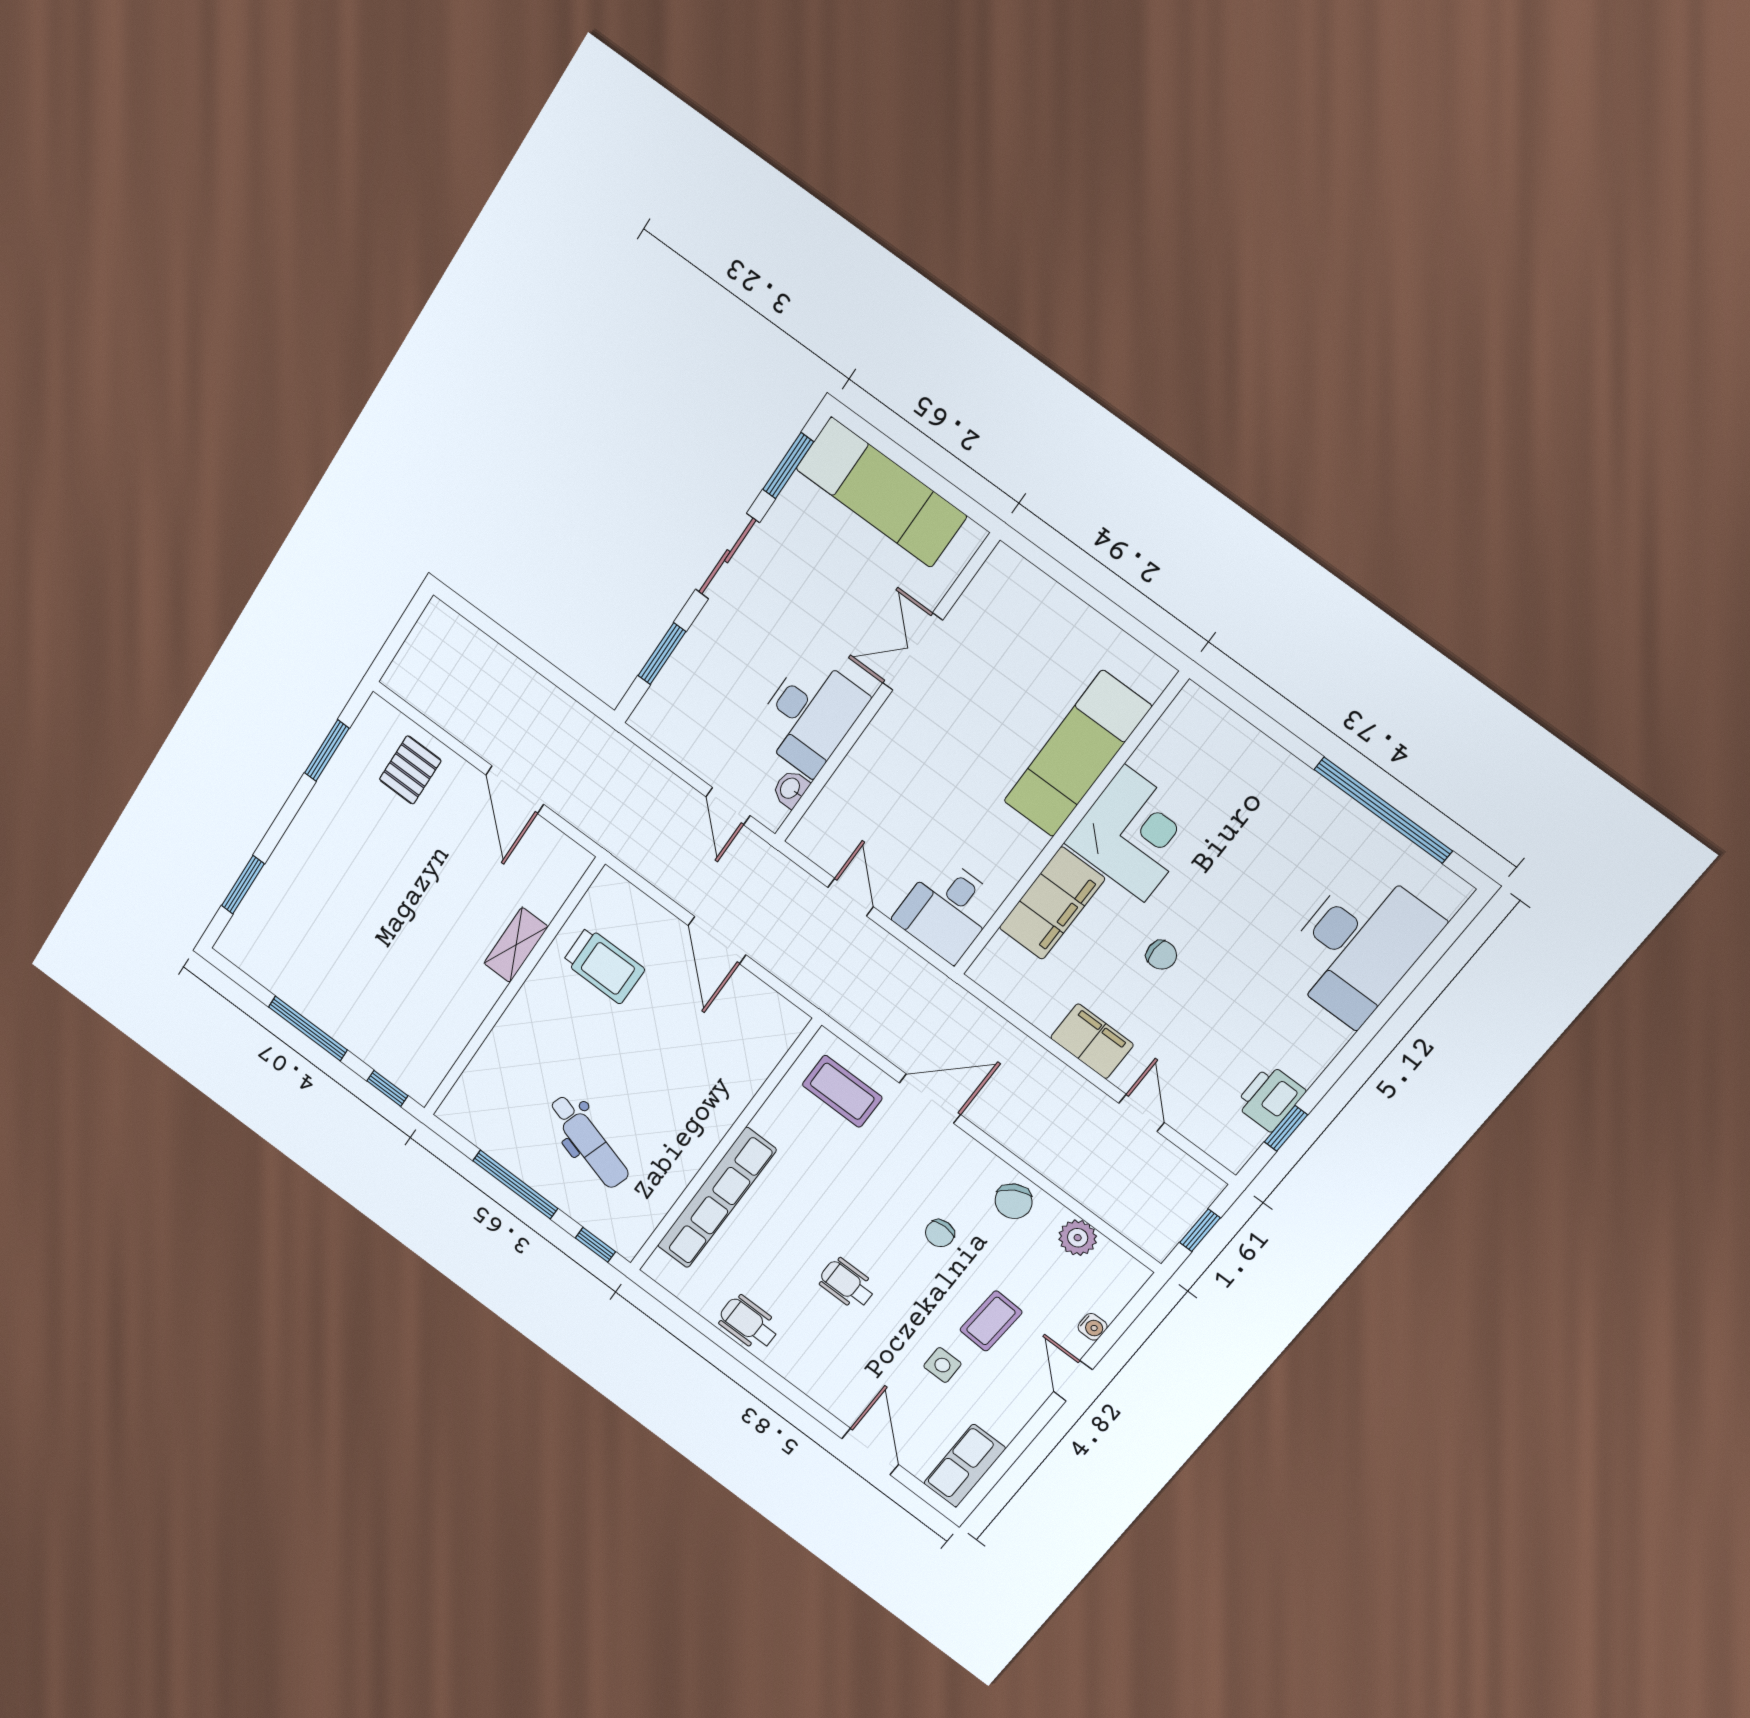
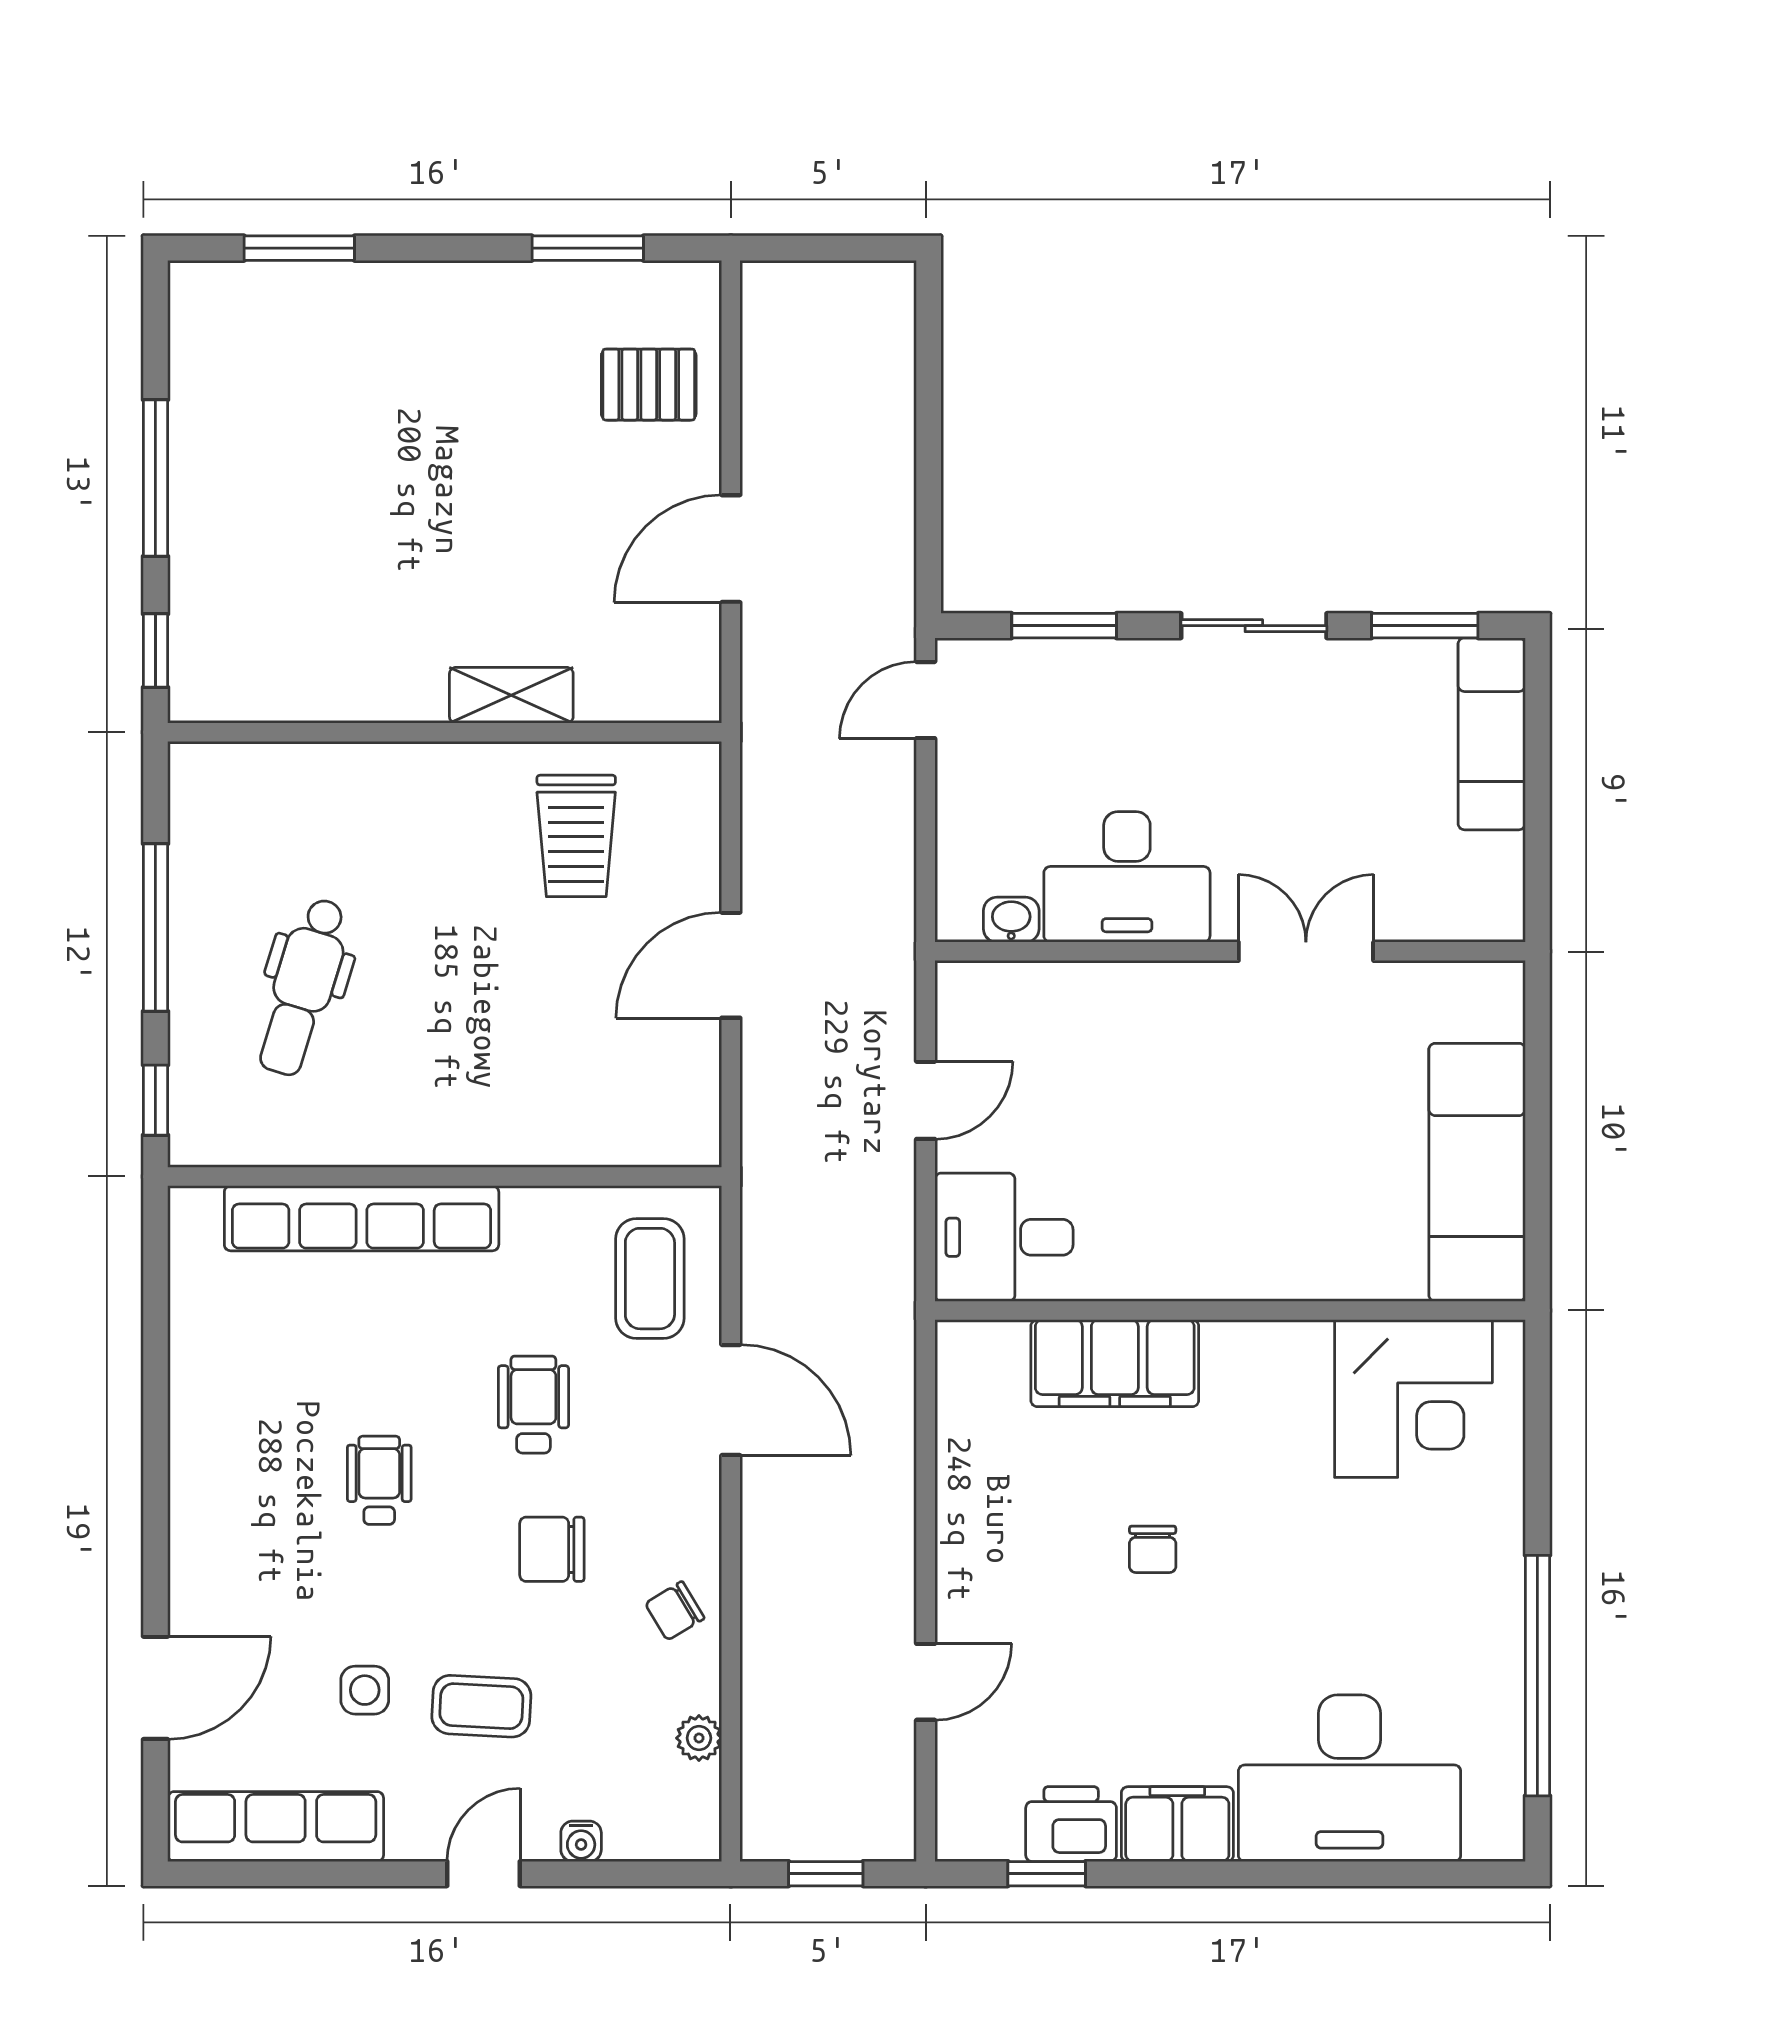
exam couch: (881, 492) -> (1492, 734), width x0.73, depth x0.69
exam couch: (1077, 754) -> (1477, 1172), moved, turned -90
door: (728, 806) -> (926, 700), moved
corner desk: (1134, 833) -> (1413, 1399), moved
filing cabinet: (1092, 1041) -> (1177, 1824), moved, turned -90
chair: (1014, 1201) -> (675, 1611), width x0.73, depth x0.73
chair: (940, 1233) -> (552, 1549), width x1.37, depth x1.37
plant: (1078, 1238) -> (699, 1738), width x0.73, depth x0.73
wheelchair: (749, 1323) -> (533, 1405), moved
row of seats: (965, 1466) -> (276, 1827), width x1.48

